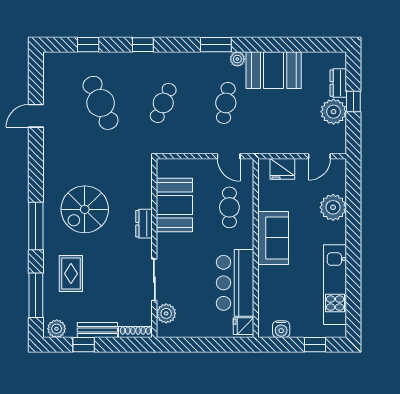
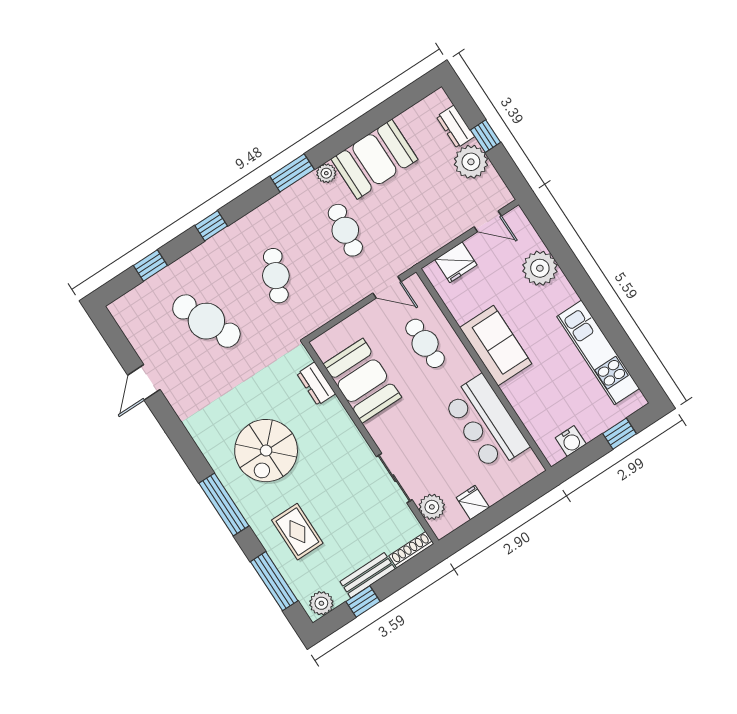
door: (319, 156) -> (488, 221), hinge flipped
dresser: (144, 224) -> (316, 384), moved
fridge: (244, 326) -> (473, 502), moved, turned 90

